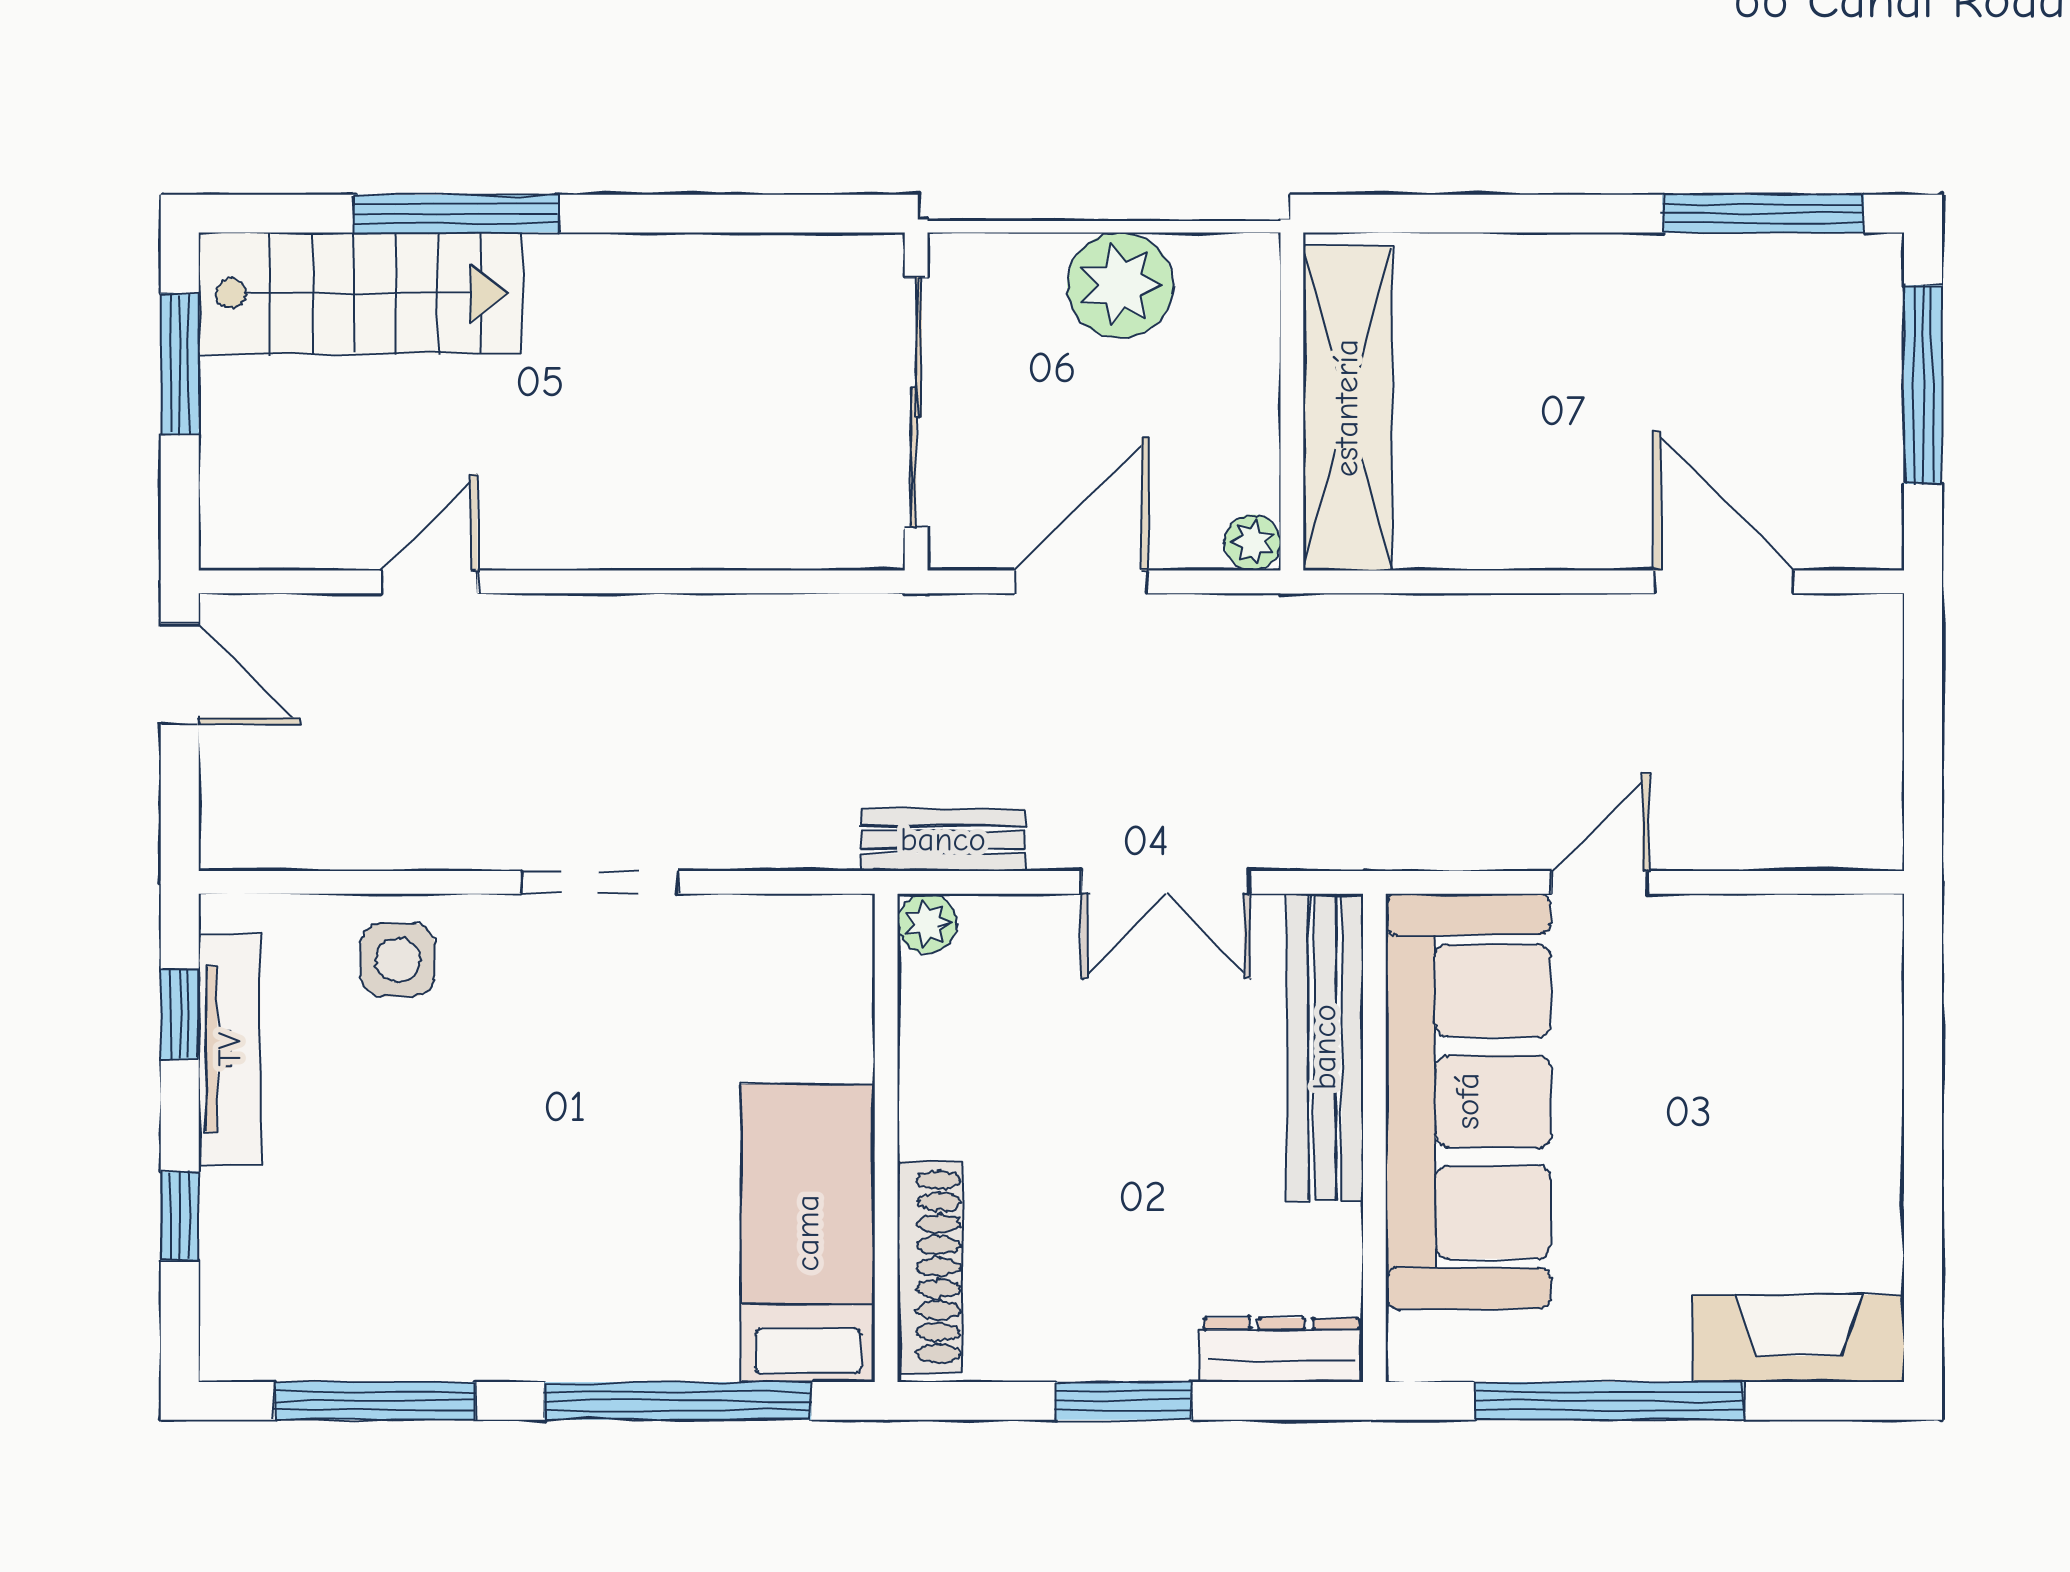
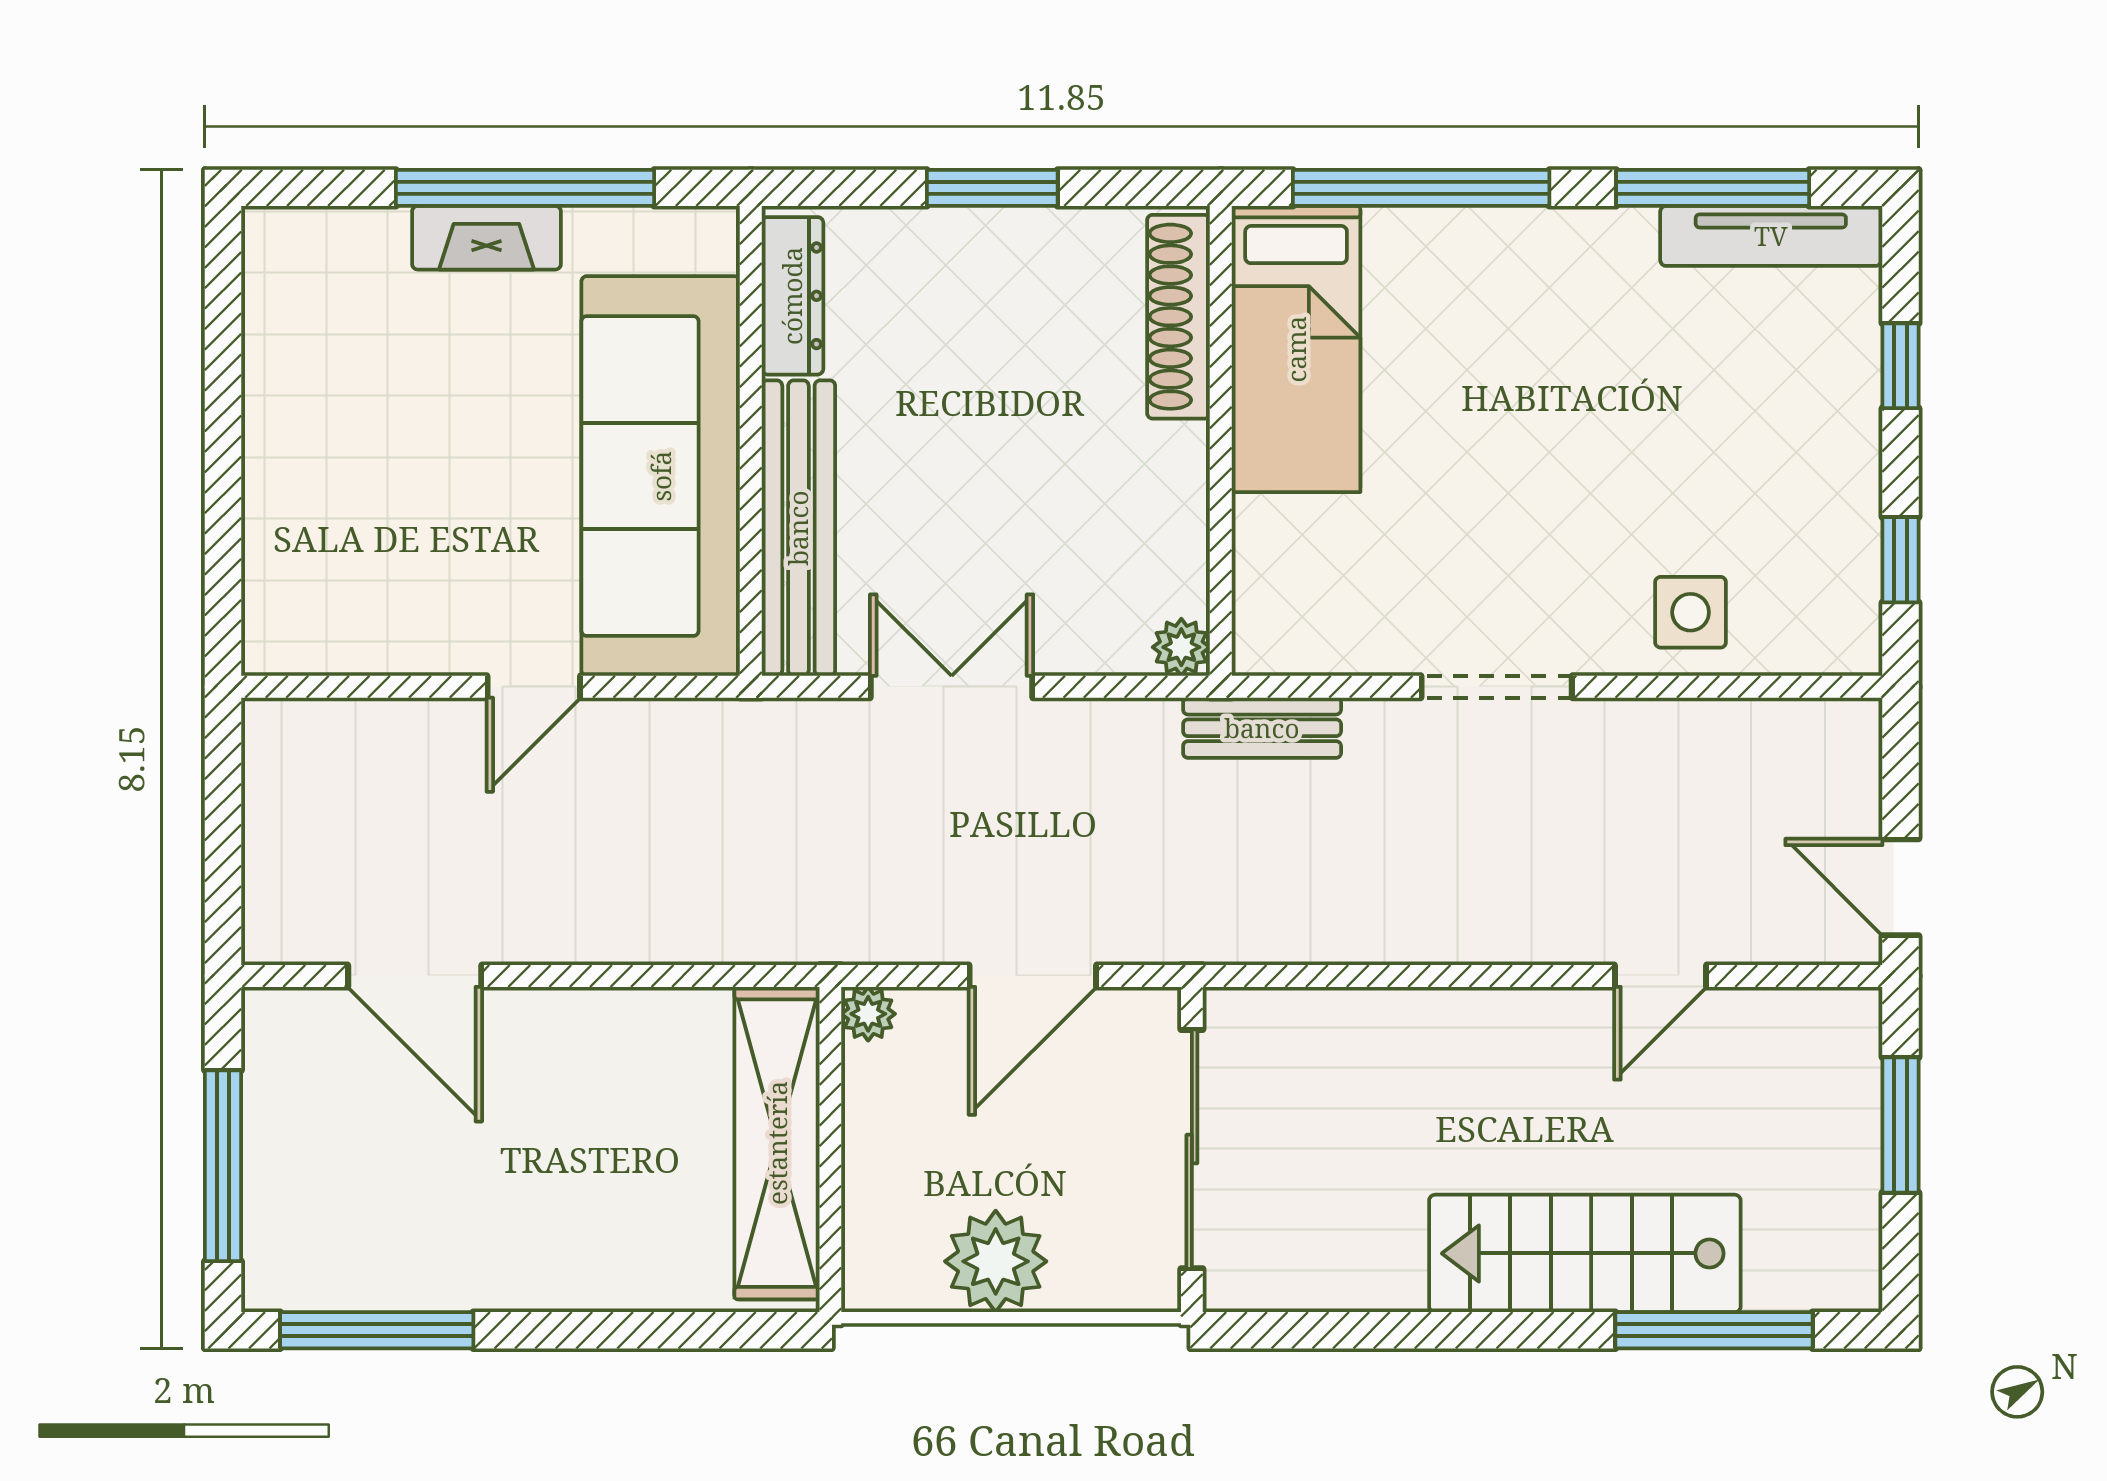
window: (456, 214) -> (1714, 1330), moved
stairs: (360, 293) -> (1585, 1253), moved
window: (180, 364) -> (1900, 1125), moved
bench: (943, 840) -> (1262, 728), moved
tv unit: (230, 1049) -> (1771, 236), moved, turned -90
fireplace: (1798, 1338) -> (486, 238), moved, width x0.73, depth x0.76
dresser: (1281, 1350) -> (792, 296), moved, turned -90

